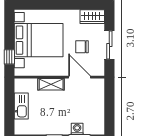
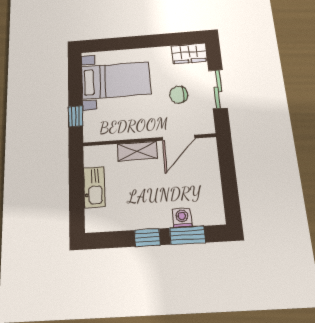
bed with nightstands: (39, 40) -> (116, 80), width x0.73
door: (79, 77) -> (179, 138), swing flipped

